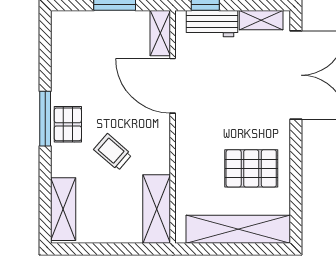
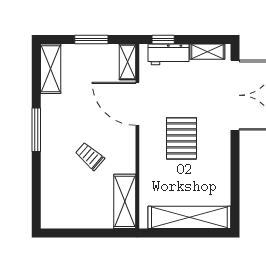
pallet: (68, 124) -> (54, 134), removed
pallet: (251, 168) -> (181, 138), moved, turned 90
shelving: (63, 209) -> (51, 69), moved

